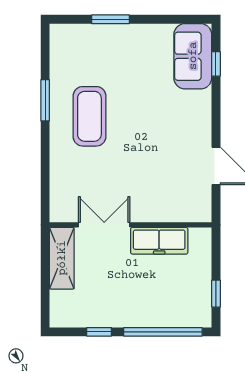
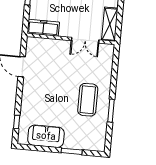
sofa: (193, 56) -> (46, 136), moved, turned -90
freezer: (159, 241) -> (43, 28), moved

